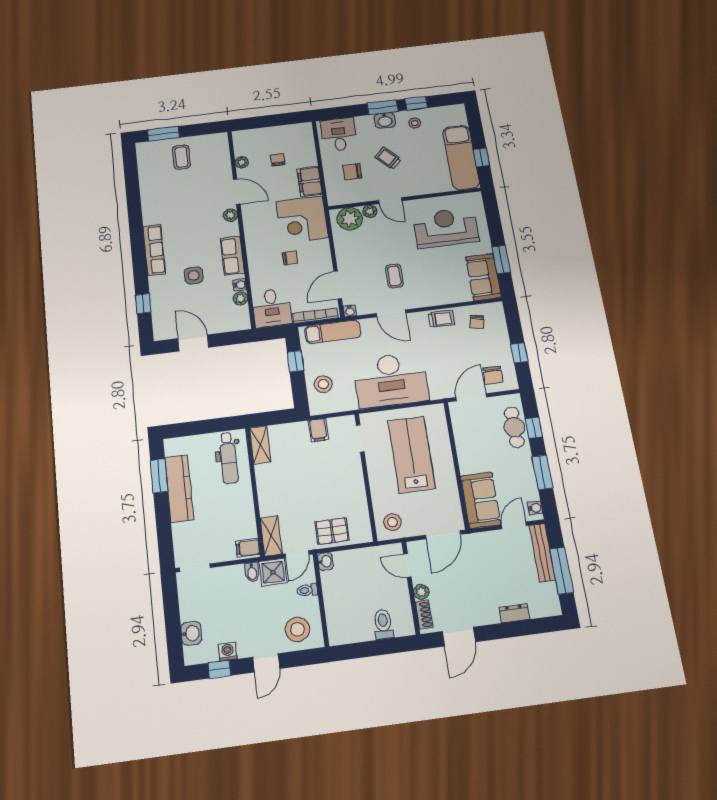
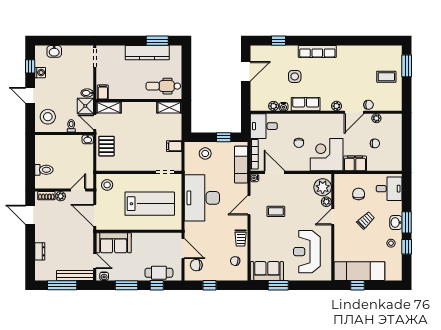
chair: (224, 175) -> (368, 105), added
reception desk: (446, 228) -> (307, 252), turned 180

